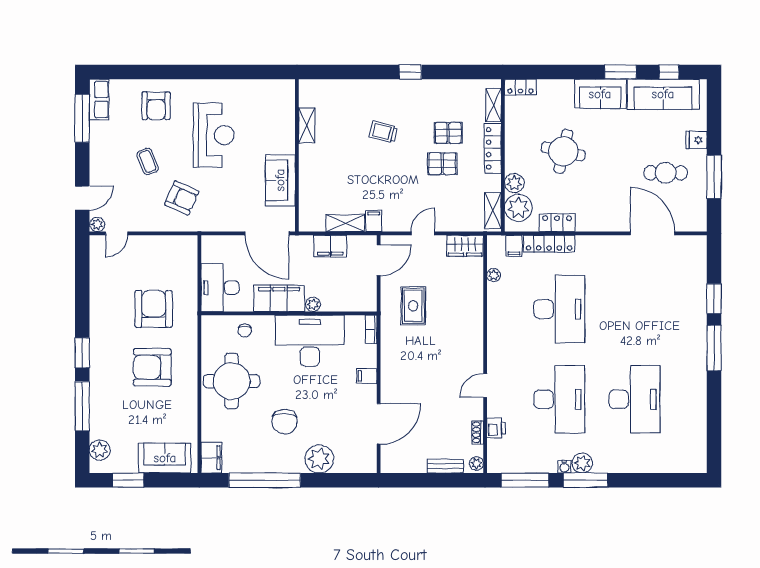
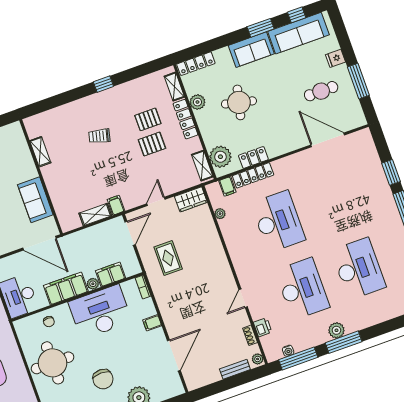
locker: (520, 87) -> (196, 64), width x1.53
plant: (514, 183) -> (197, 102), moved
filing cabinet: (330, 246) -> (111, 274), moved, turned 180
water cooler: (564, 467) -> (288, 351), moved

